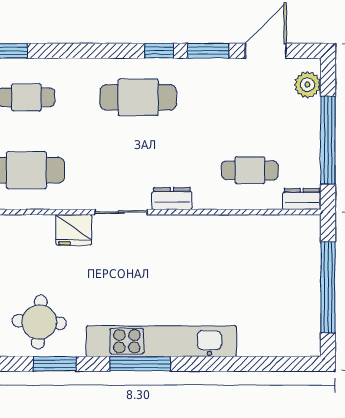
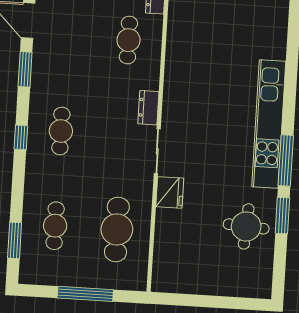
window: (159, 51) -> (21, 137), moved
cafe table: (138, 97) -> (61, 131), width x0.73, depth x0.74
window: (140, 364) -> (286, 160), moved

